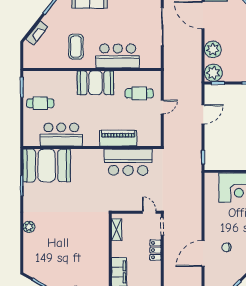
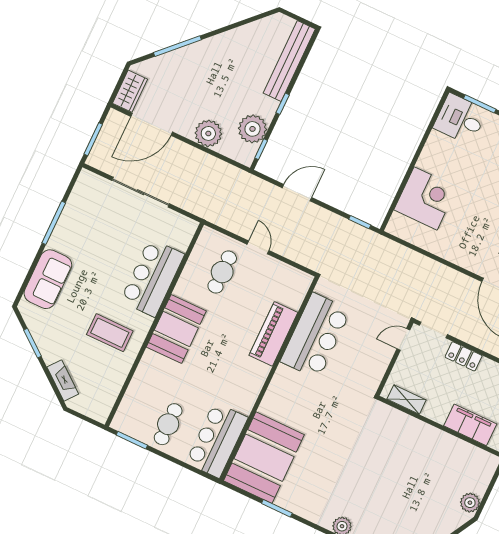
plant: (213, 73) -> (253, 129), moved
door: (203, 114) -> (297, 193), hinge flipped
bar counter: (61, 135) -> (217, 440), moved

